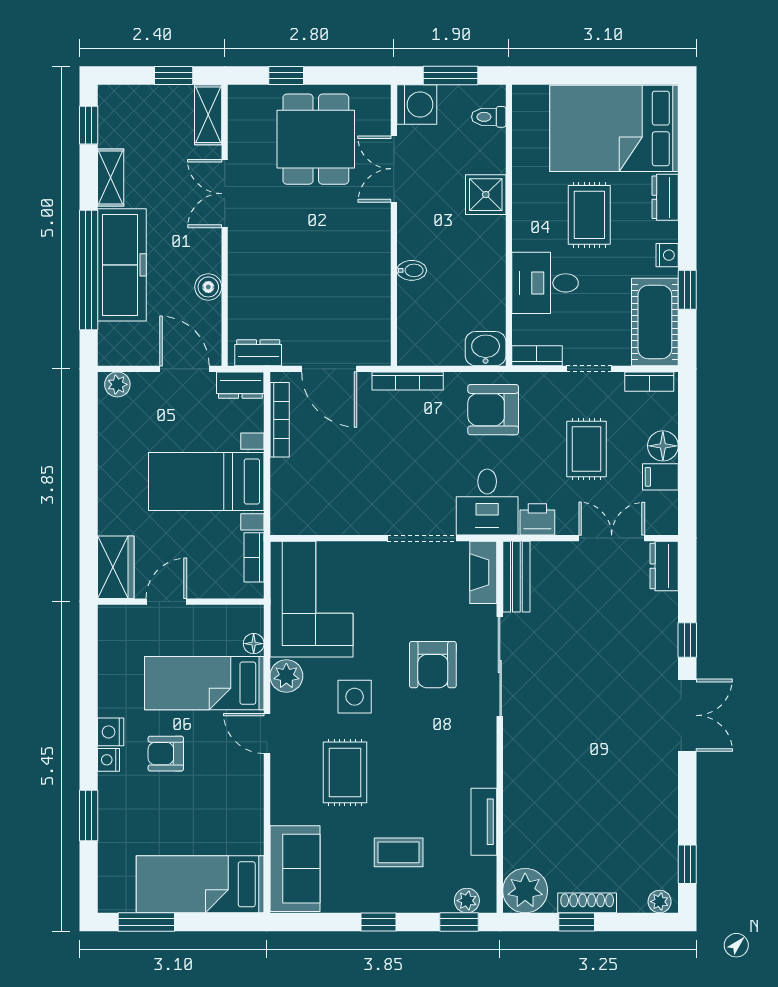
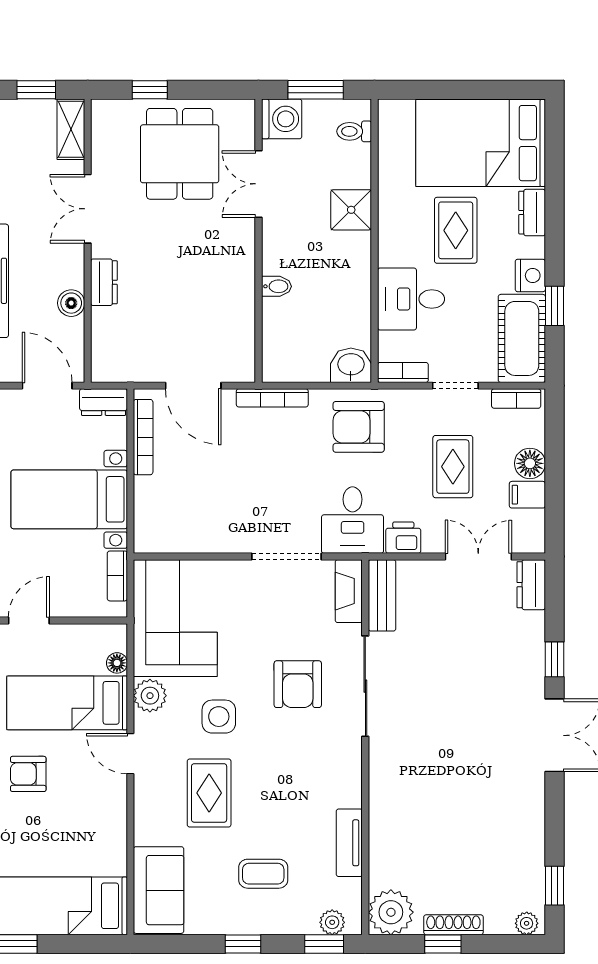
nightstand: (667, 255) -> (530, 275), width x1.39, depth x1.35
dresser: (258, 353) -> (104, 282), moved, turned 90

